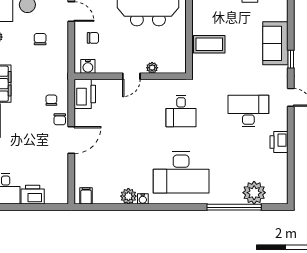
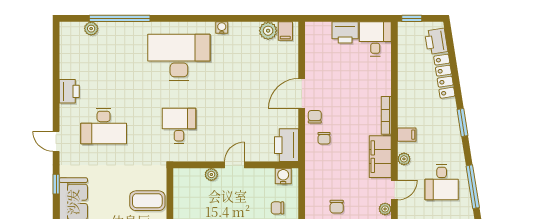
plant: (254, 193) -> (91, 29), width x0.53, depth x0.53
plant: (128, 196) -> (268, 31), moved

